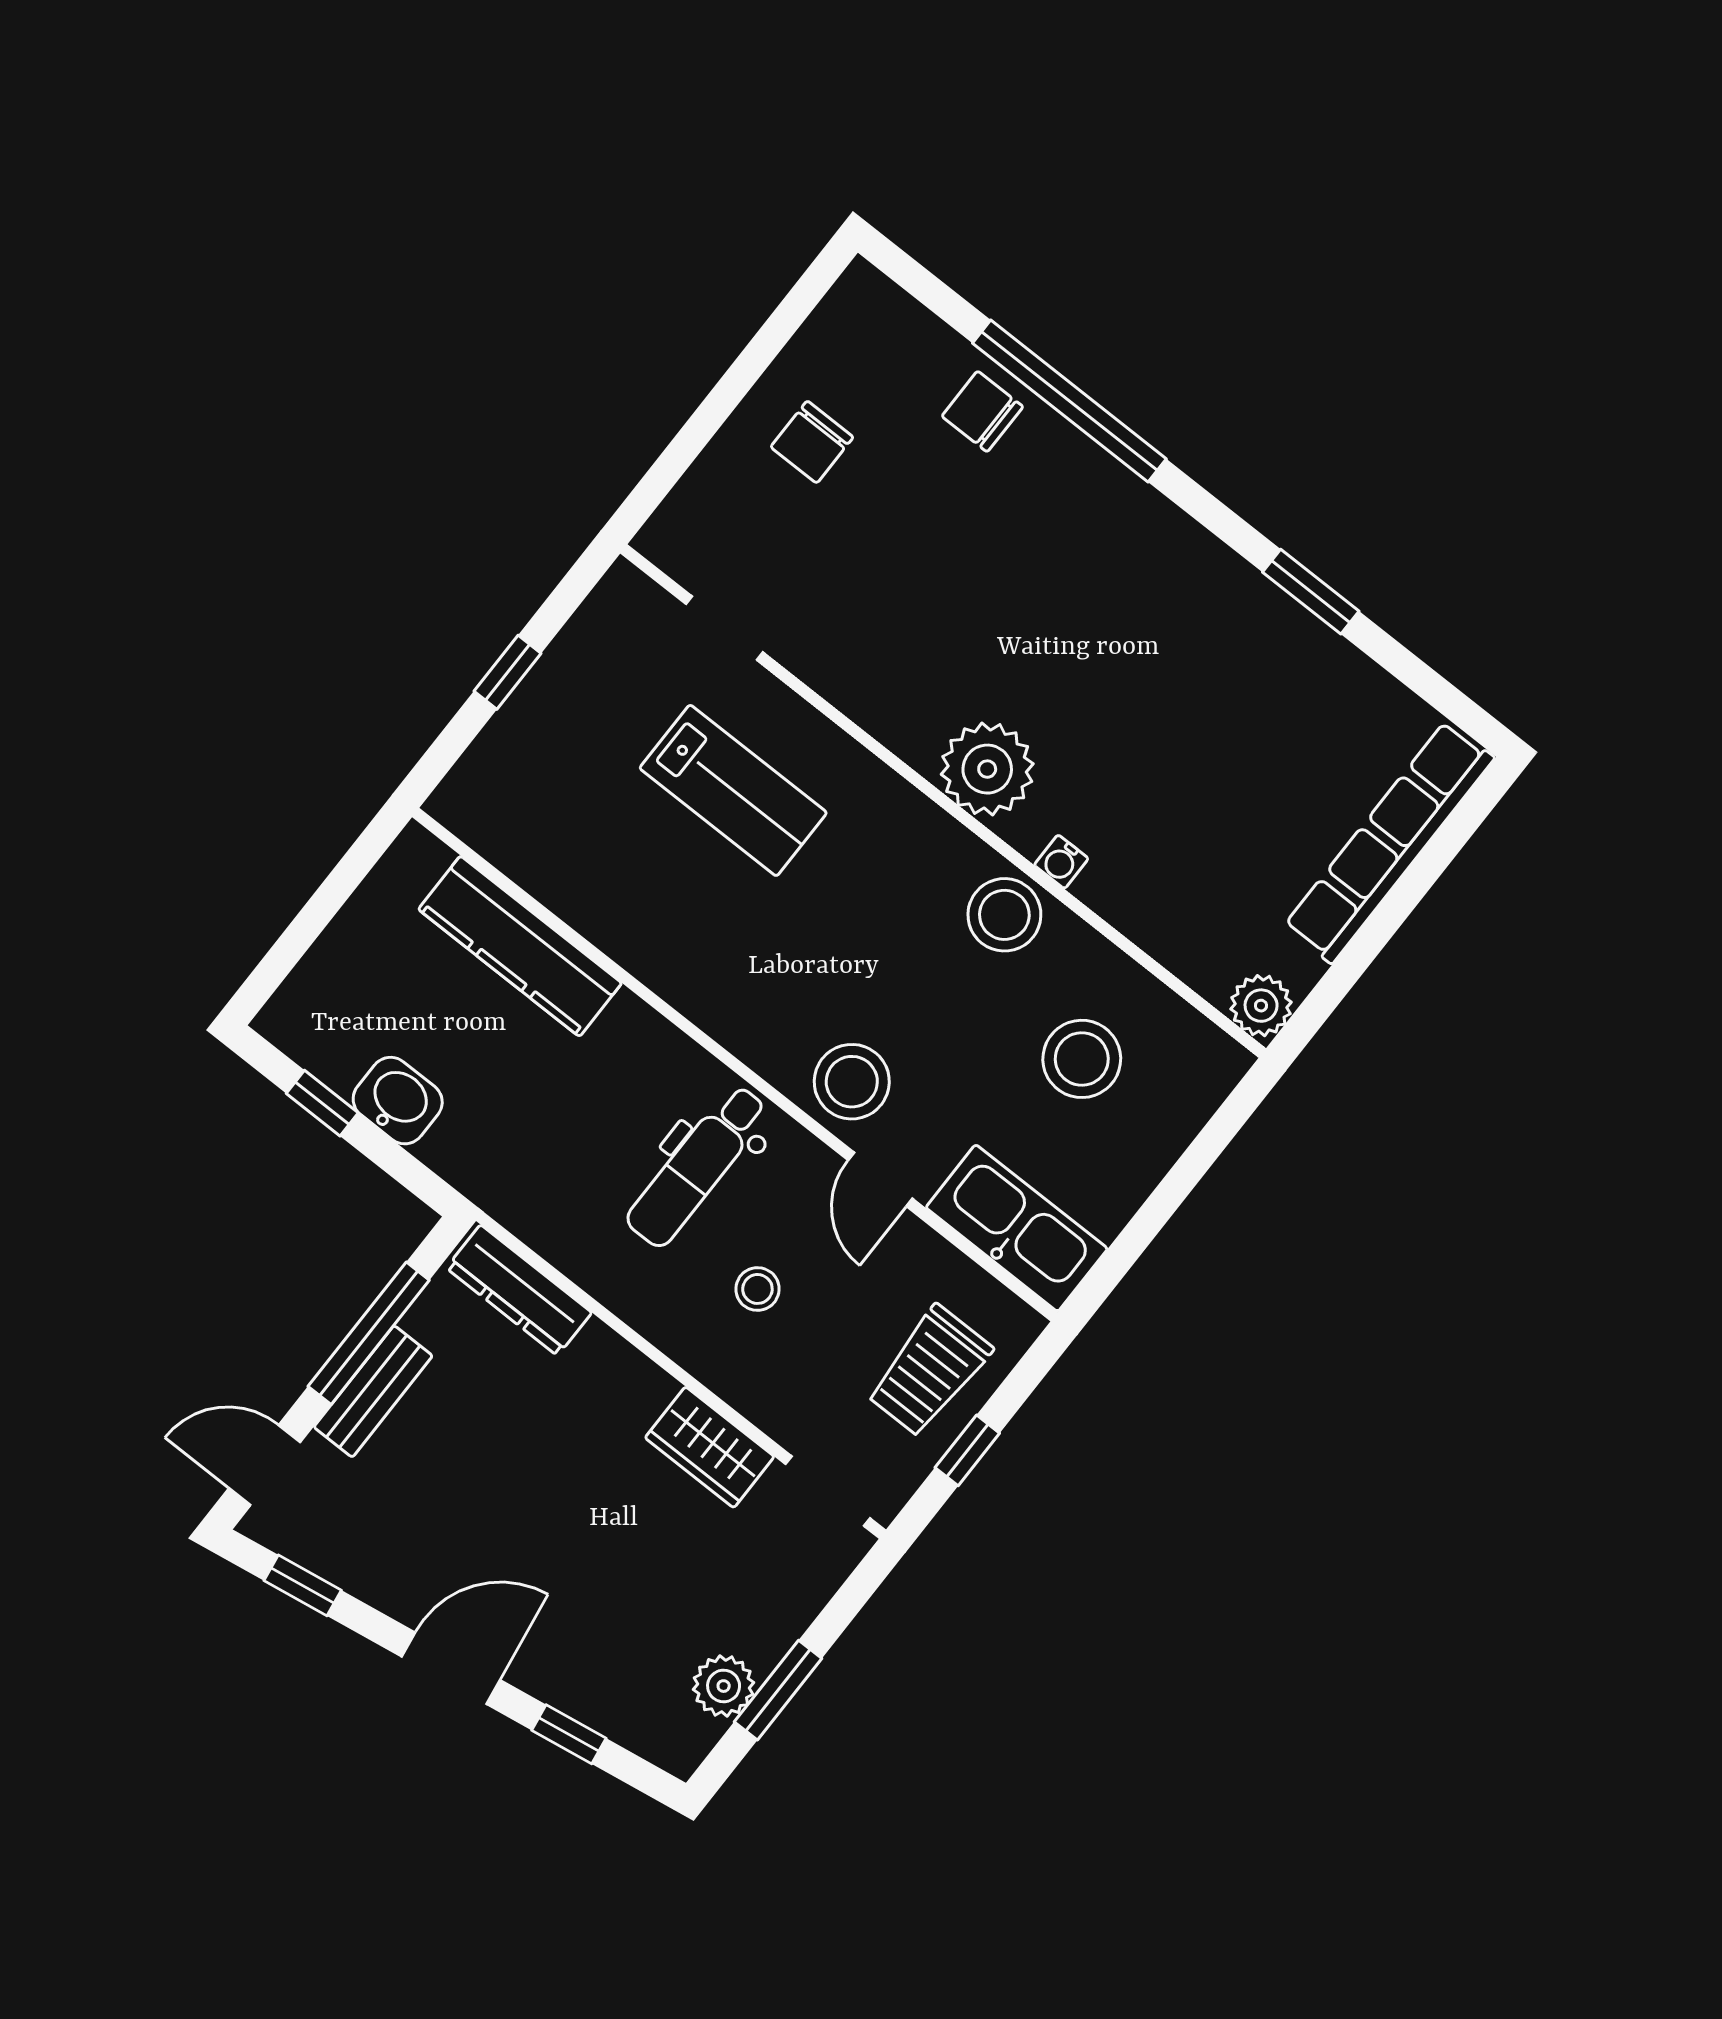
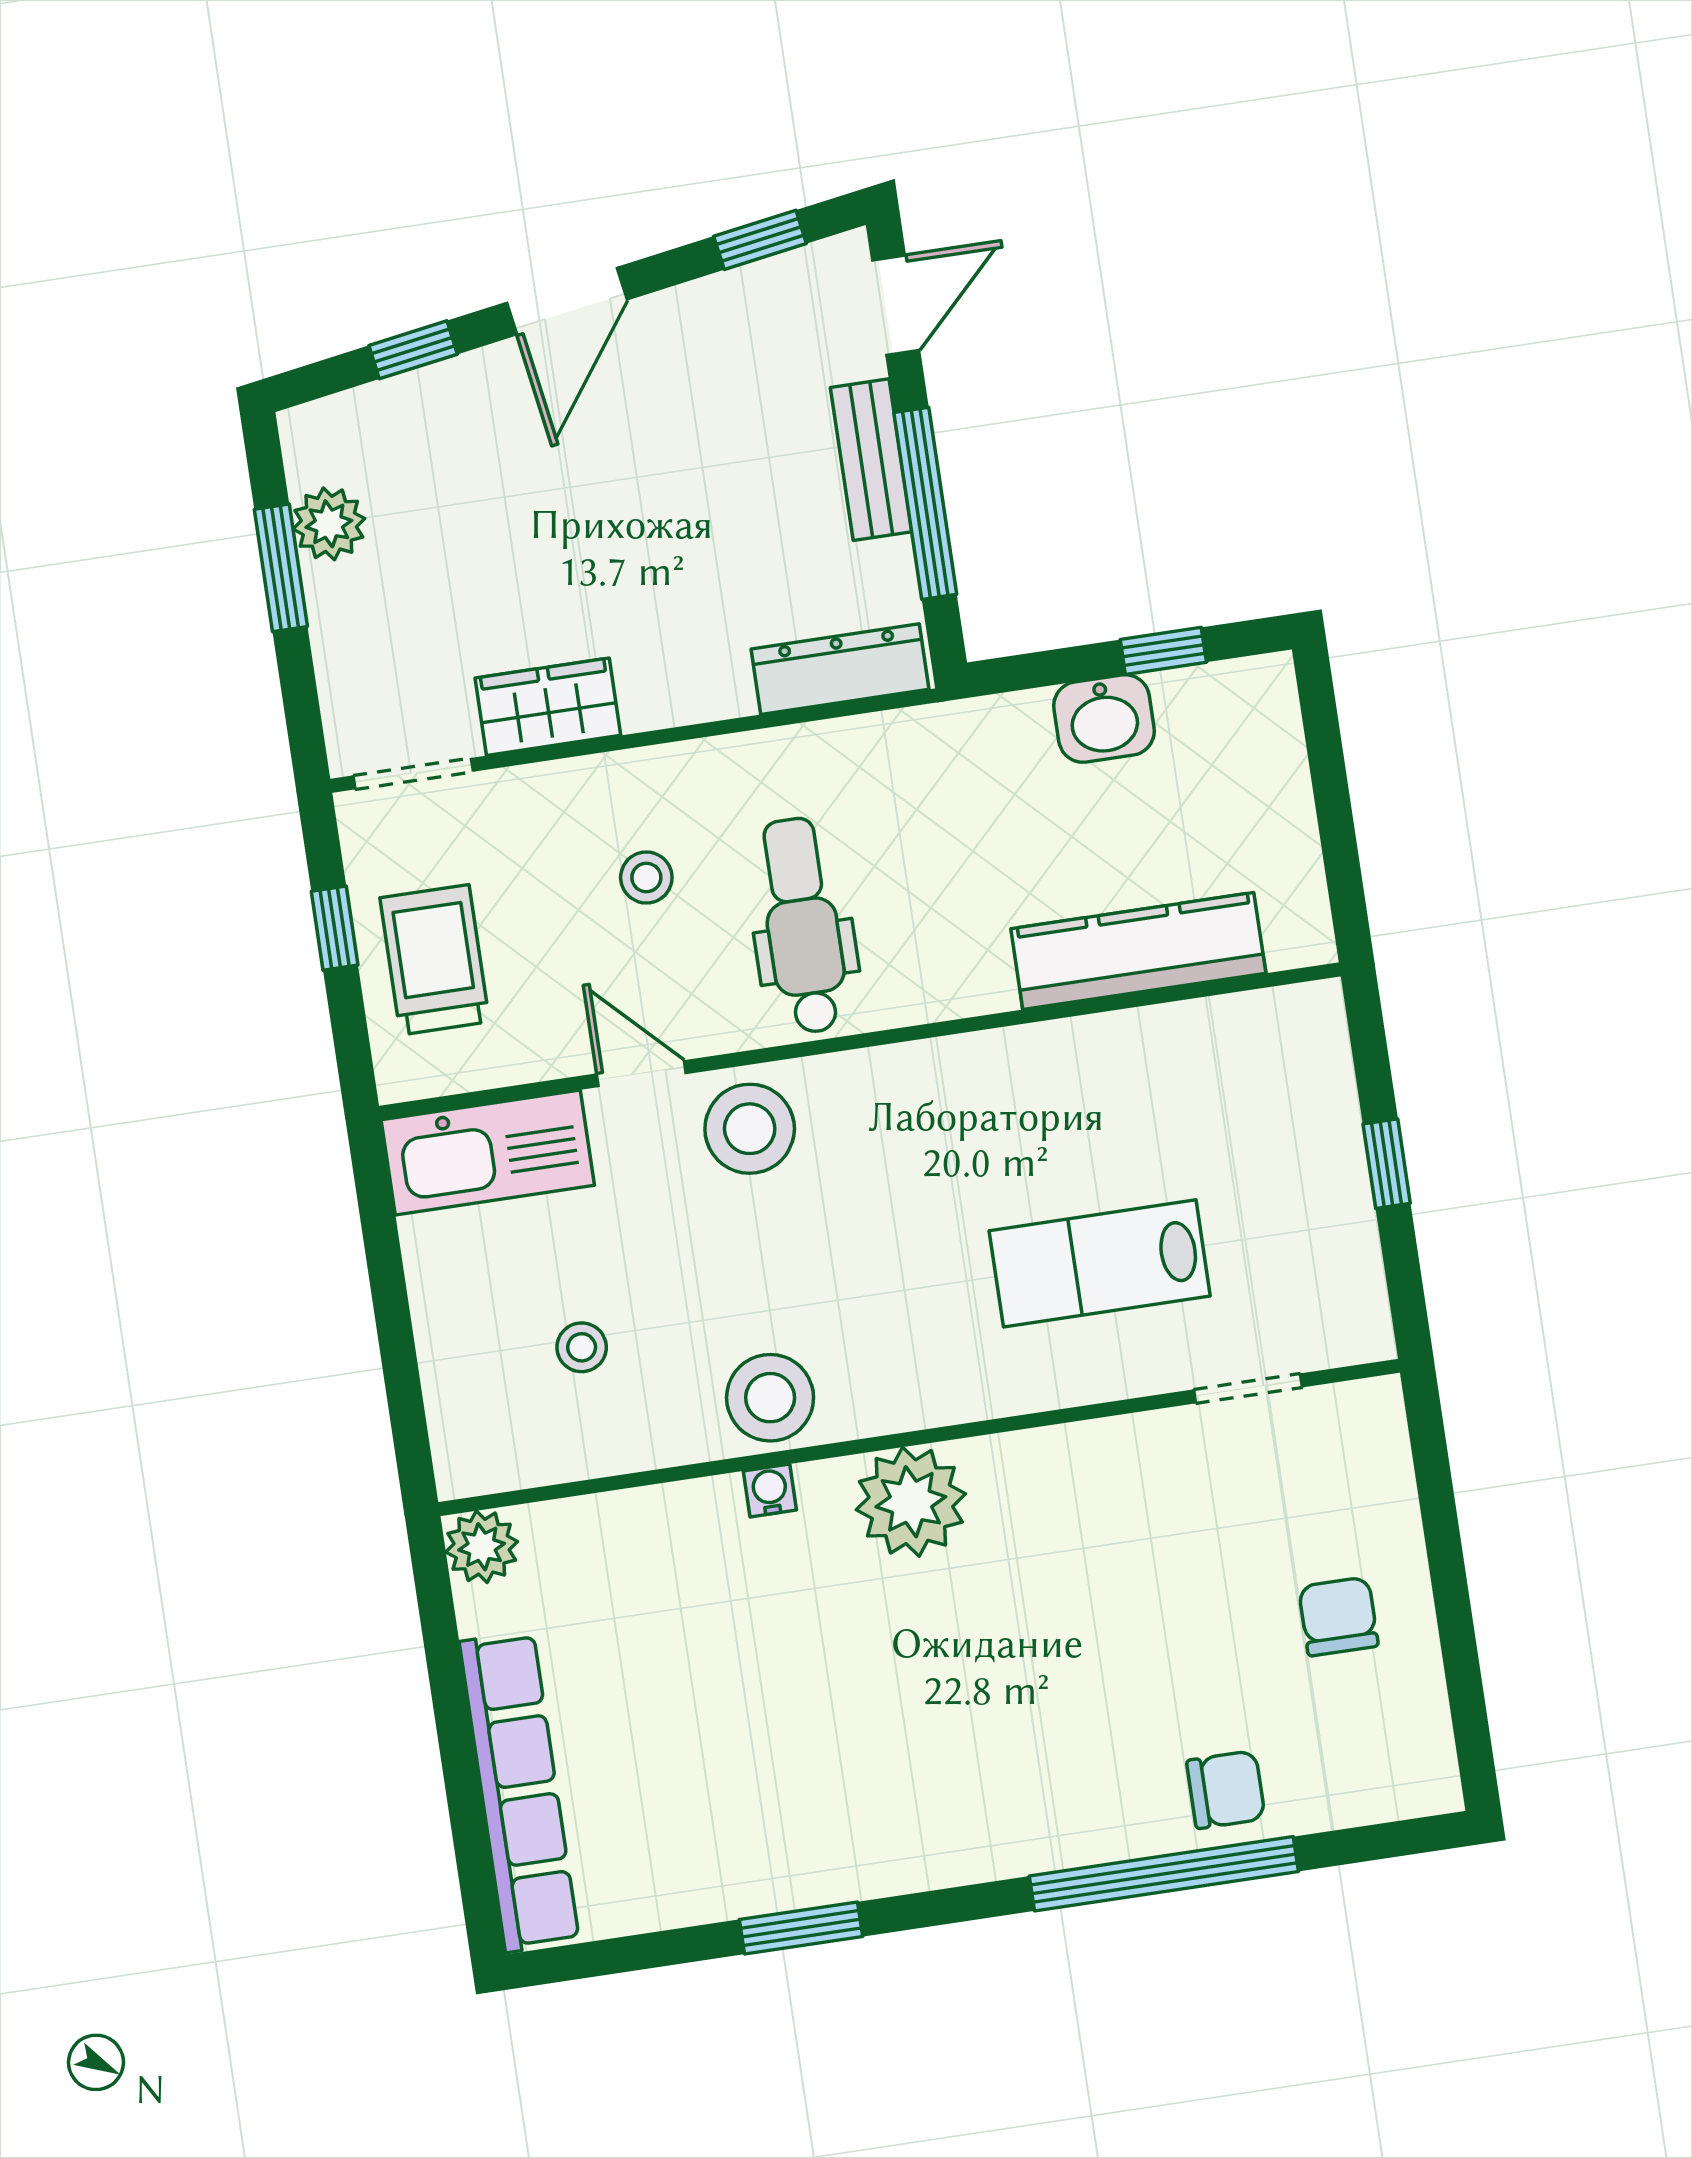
stool: (1082, 1059) -> (582, 1347), width x0.53, depth x0.53

